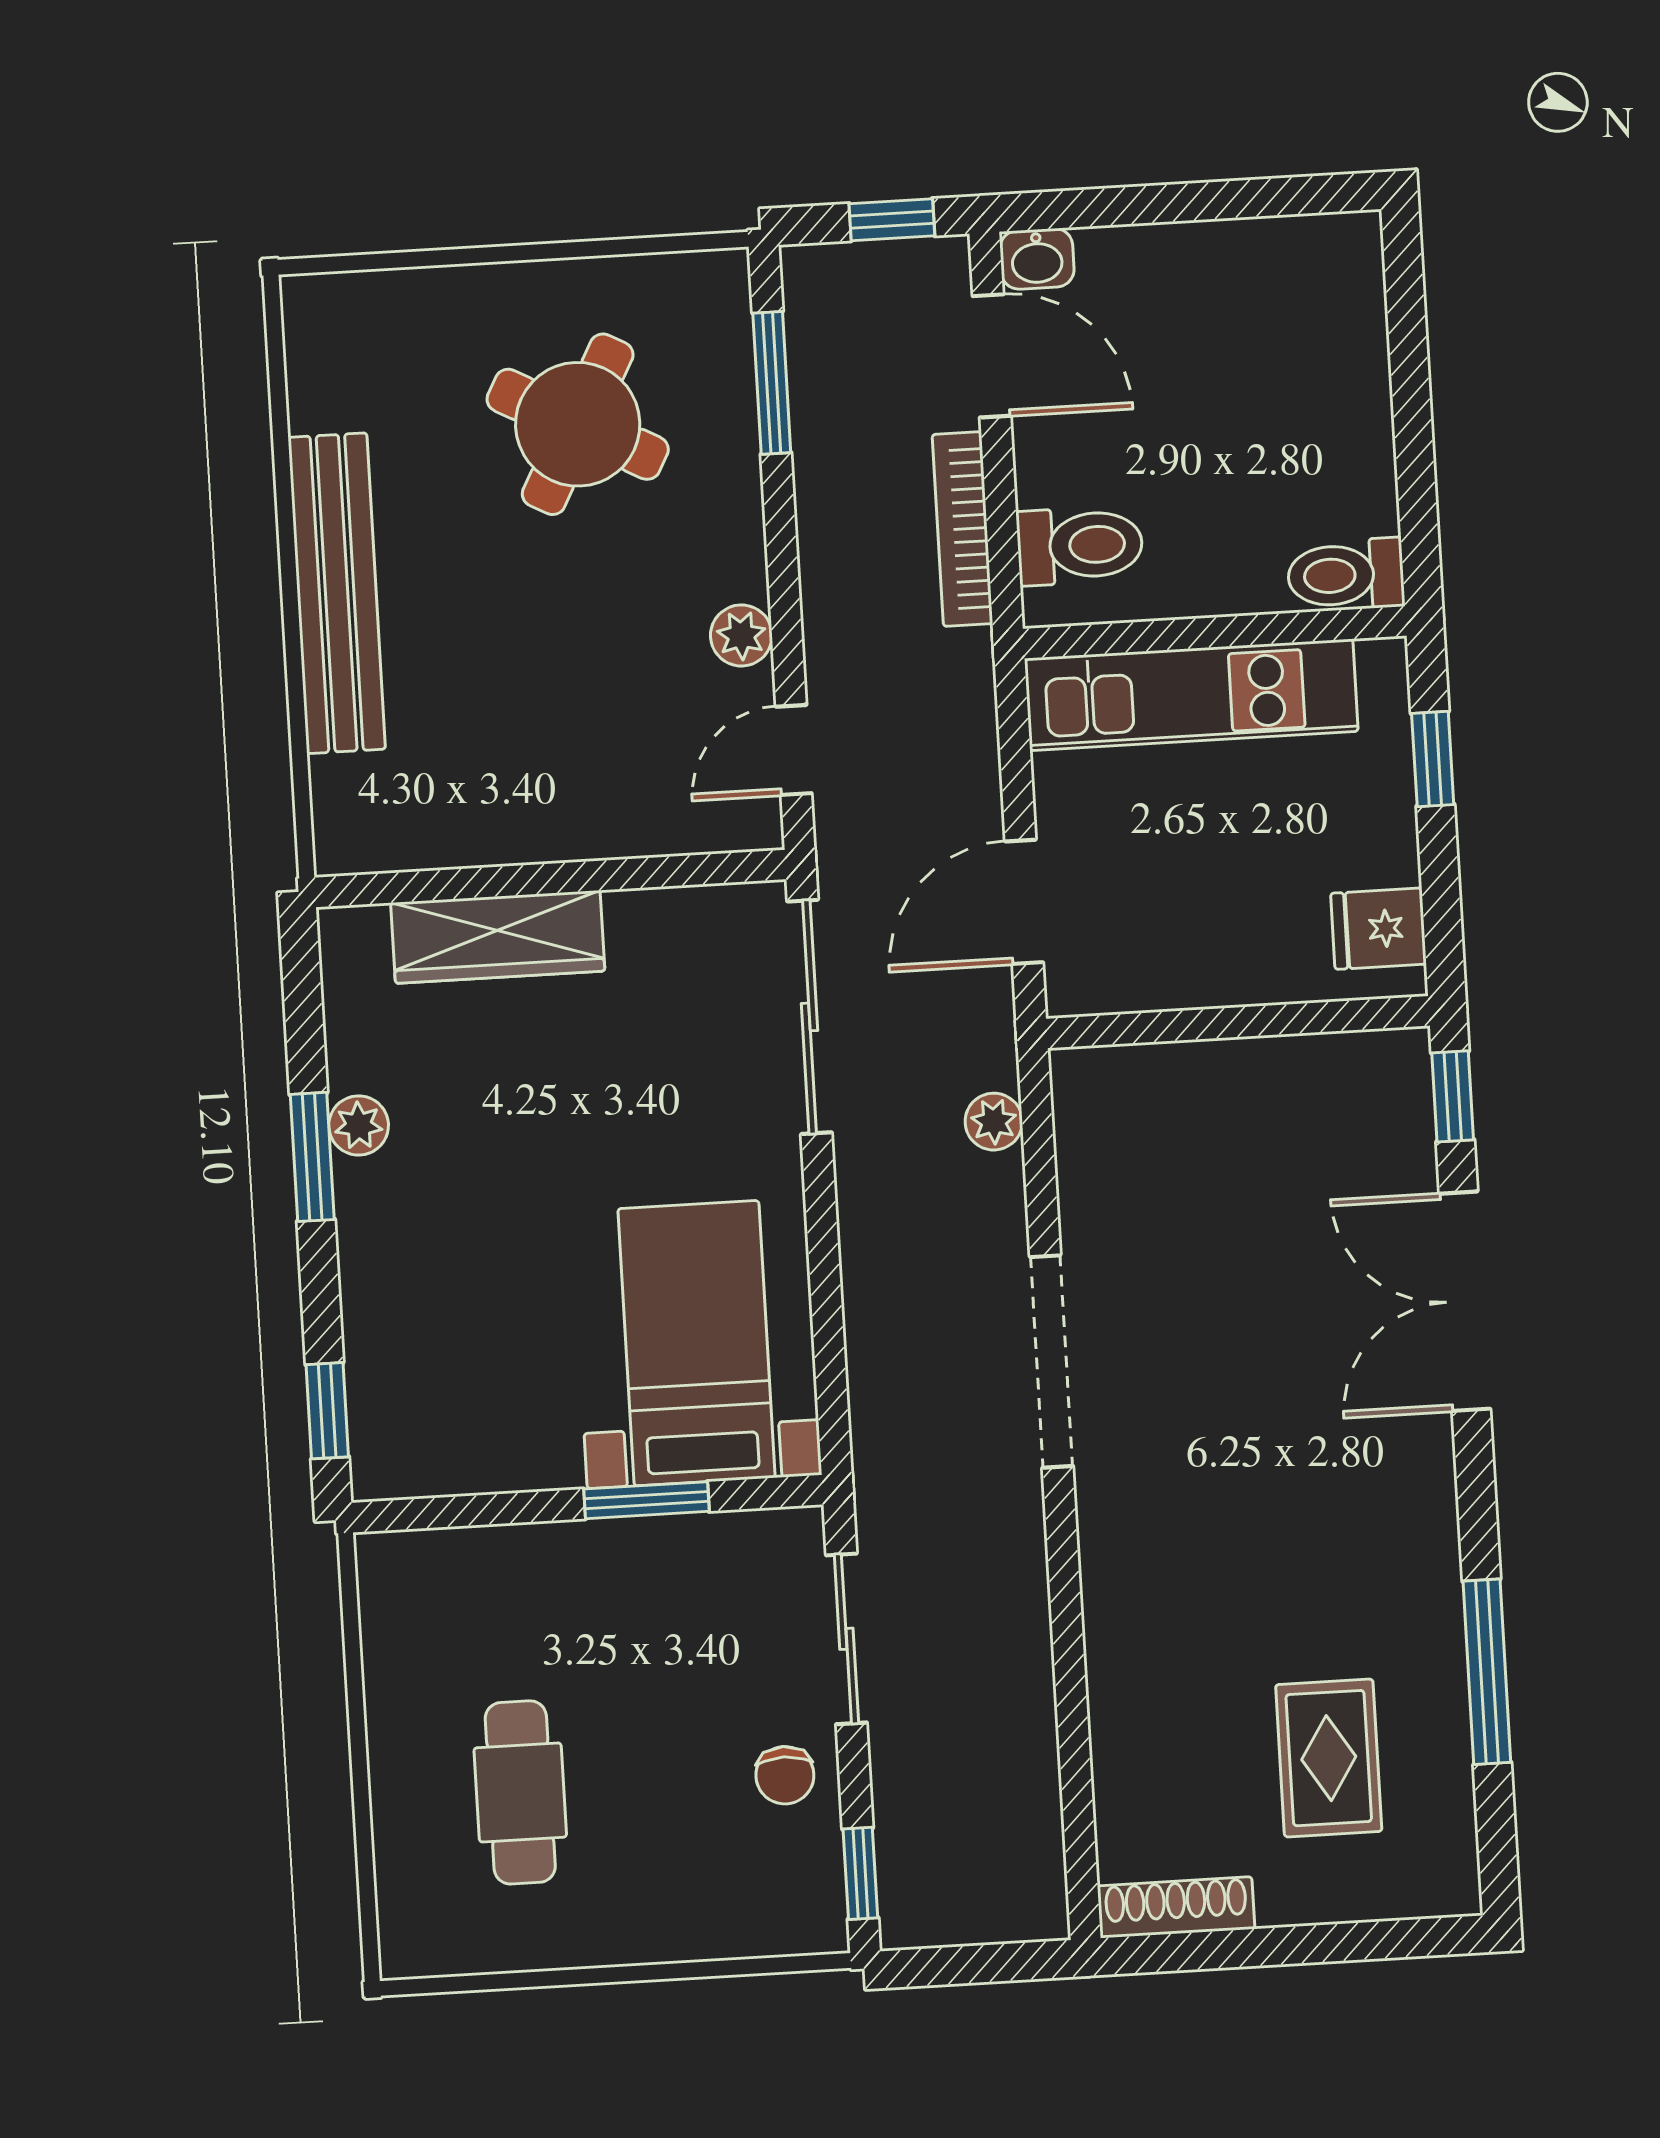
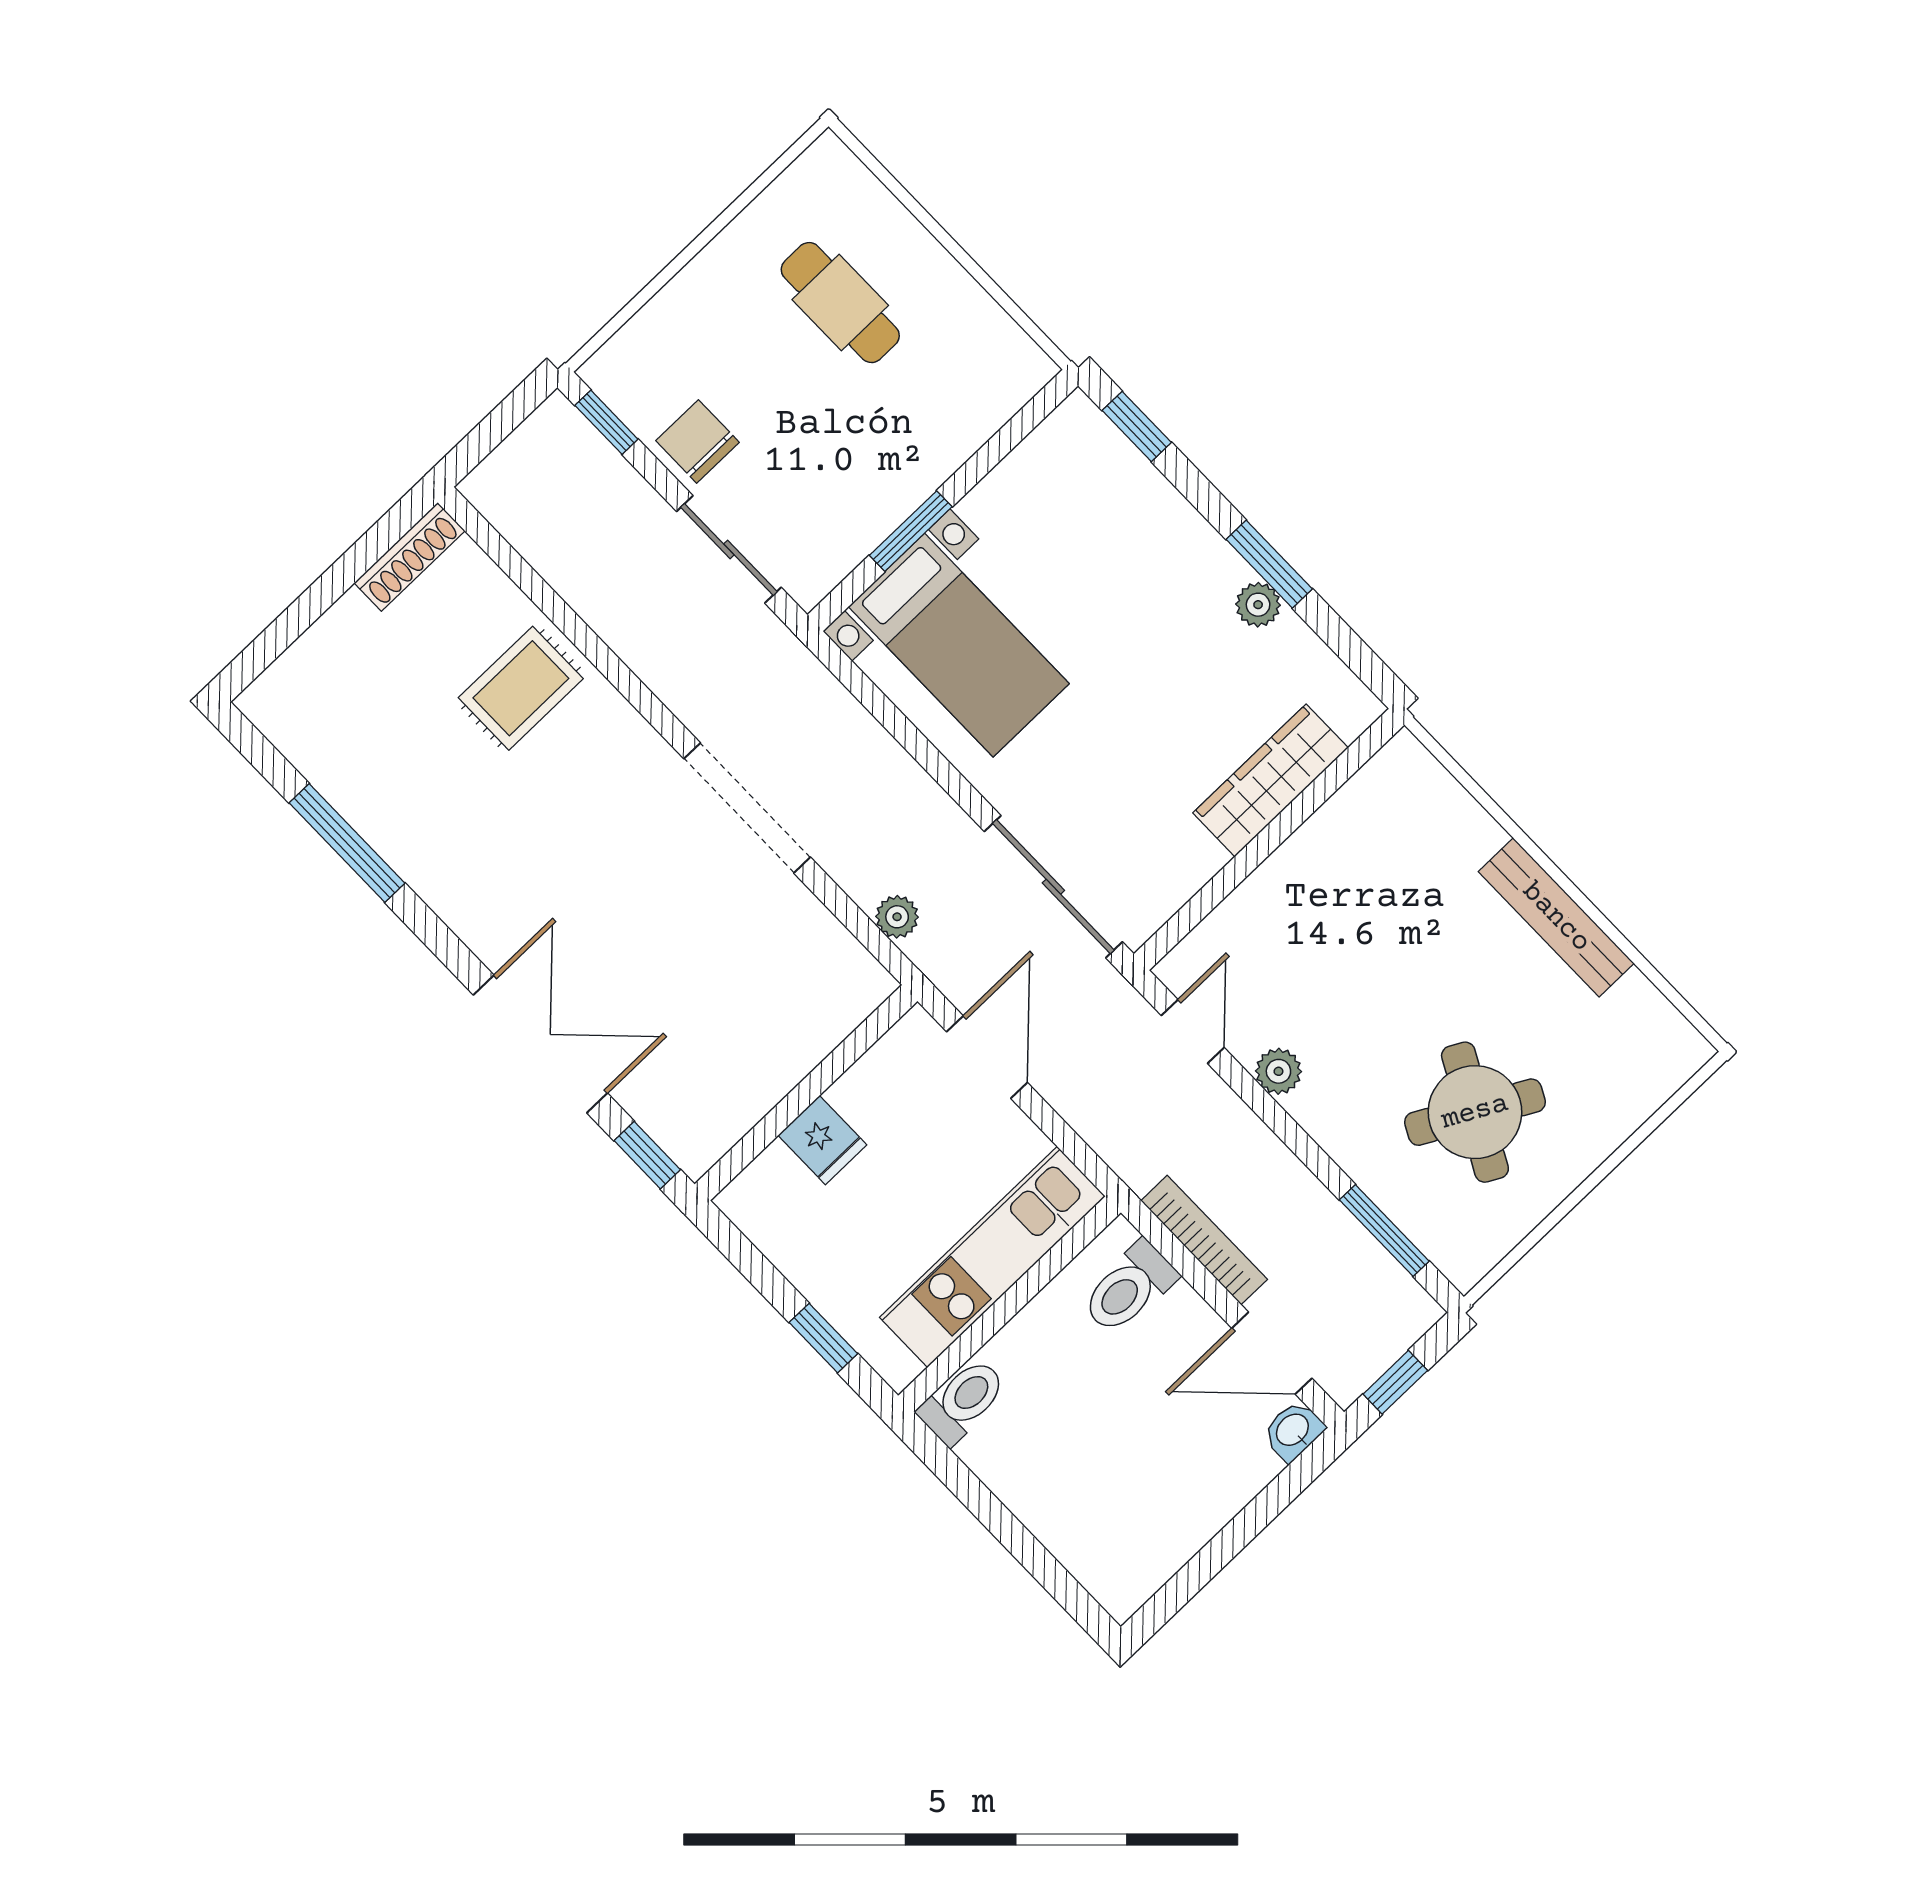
bench: (337, 593) -> (1556, 917), width x0.73, depth x0.82
fridge: (1378, 929) -> (822, 1140), moved, turned 90
rug: (1329, 1758) -> (521, 688), moved, turned 90
chair: (785, 1775) -> (697, 441), width x1.37, depth x1.37

